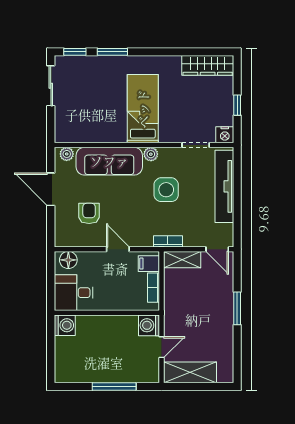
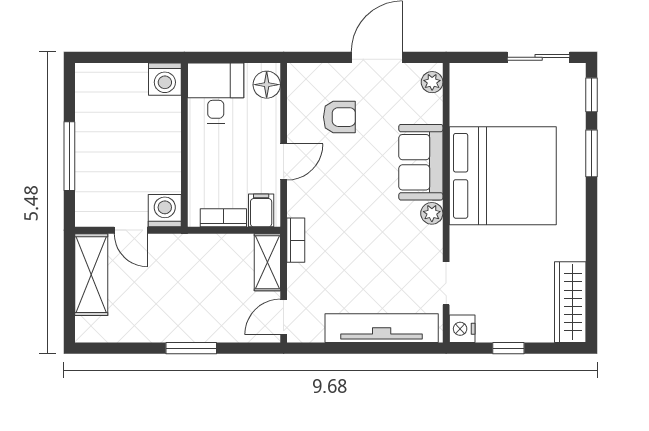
bed: (143, 109) -> (503, 176), width x2.04
sofa: (109, 161) -> (421, 162), width x0.73
side table: (166, 190) -> (376, 237), removed

